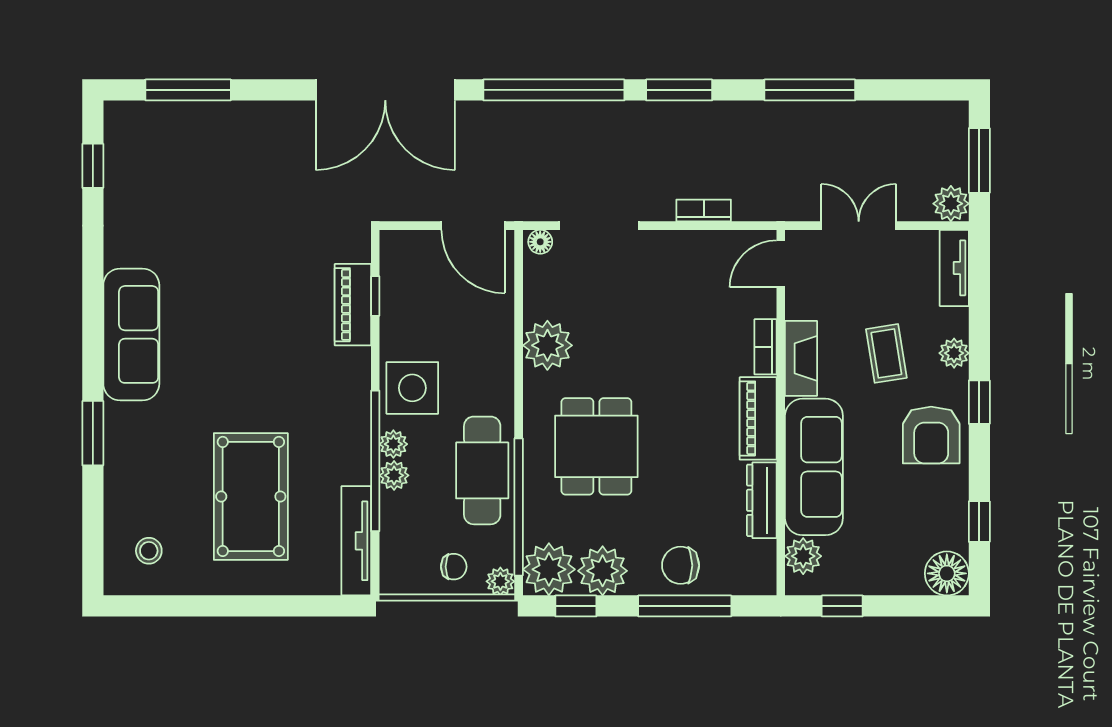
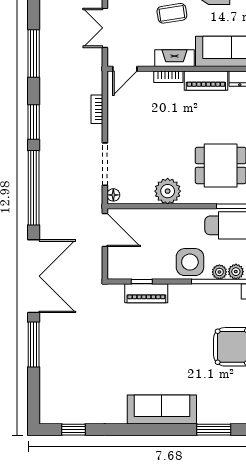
window: (188, 90) -> (34, 345), moved
door: (473, 226) -> (105, 230), hinge flipped
door: (781, 264) -> (125, 69), hinge flipped

